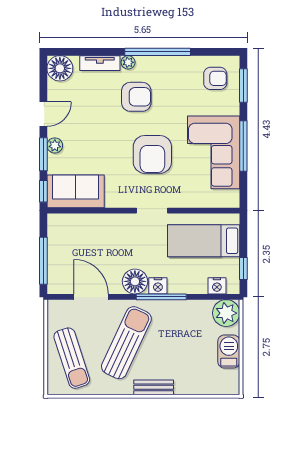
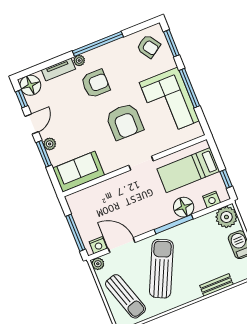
armchair: (215, 78) -> (149, 46), turned 56
window: (43, 191) -> (22, 99), moved
floor lamp: (135, 281) -> (184, 207), moved
nightstand: (158, 286) -> (98, 245), moved
plant: (55, 307) -> (98, 264), added
bench: (154, 387) -> (216, 285), moved

